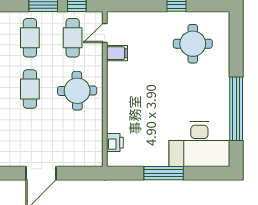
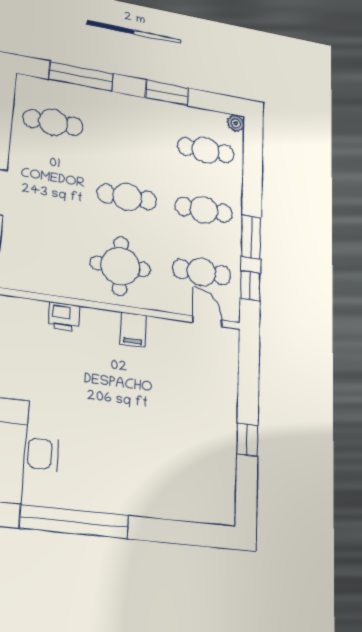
round table: (193, 44) -> (186, 459), removed
filing cabinet: (117, 53) -> (133, 330), moved
printer: (115, 143) -> (64, 317), moved

